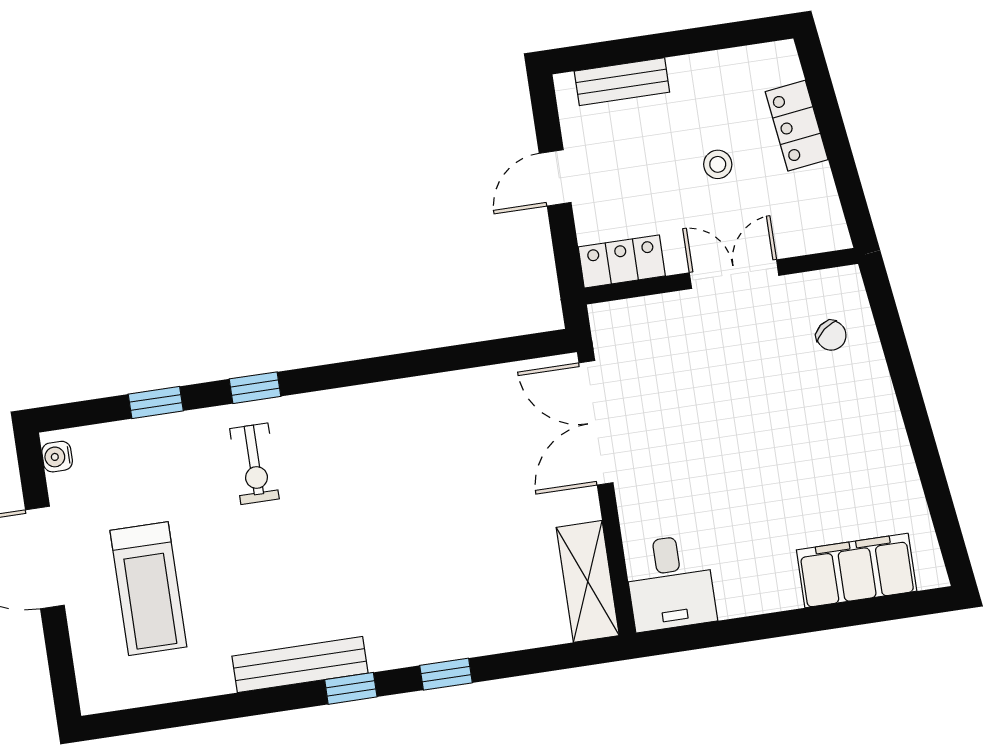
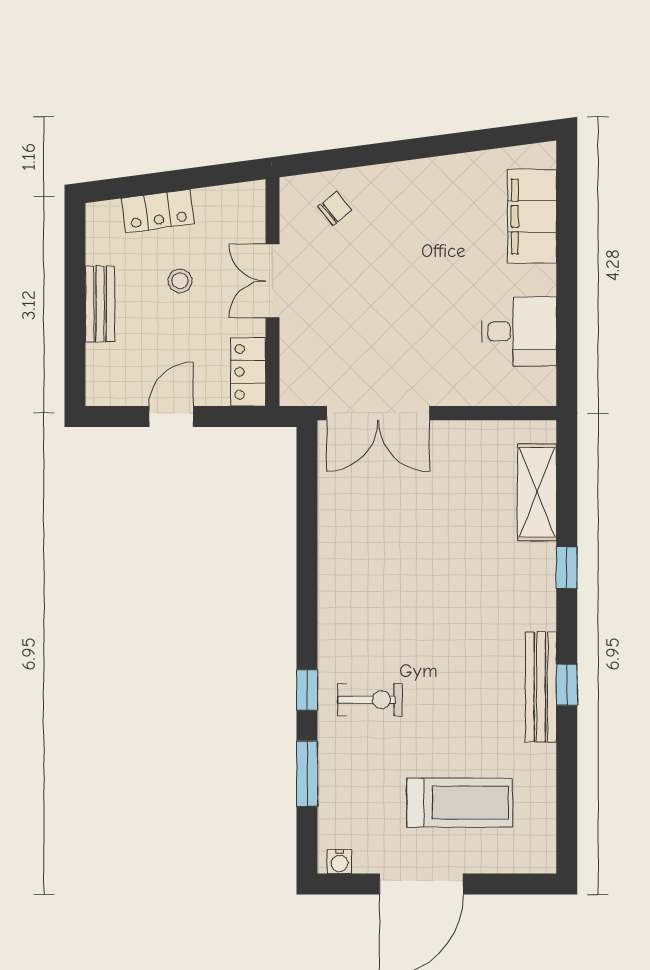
bench: (622, 82) -> (100, 304), moved
door: (555, 178) -> (171, 417), swing flipped
window: (156, 402) -> (307, 774), width x1.50
shelving: (588, 581) -> (537, 492), moved, turned 90
desk: (670, 583) -> (519, 331), moved
window: (351, 688) -> (567, 685), moved

